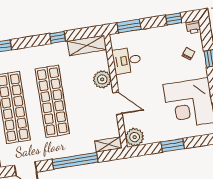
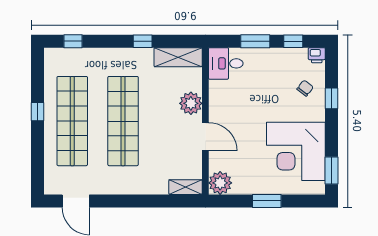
window: (129, 26) -> (255, 41), moved
desk: (127, 60) -> (226, 63), moved
window: (75, 161) -> (140, 201), removed

